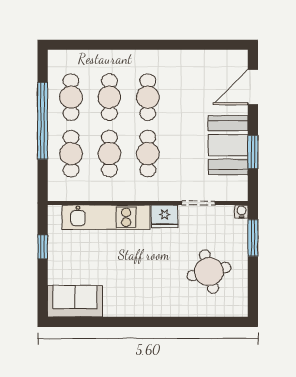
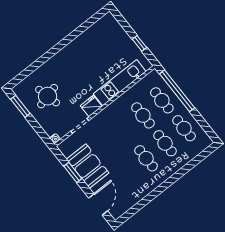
window: (43, 121) -> (177, 91), moved
cafe table: (148, 154) -> (124, 130), removed
window: (253, 238) -> (20, 106), moved
sofa: (75, 301) -> (102, 29), removed

